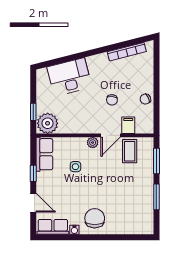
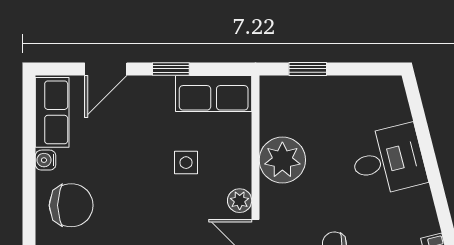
desk: (69, 77) -> (388, 160), width x0.73
plant: (48, 123) -> (282, 160), moved

